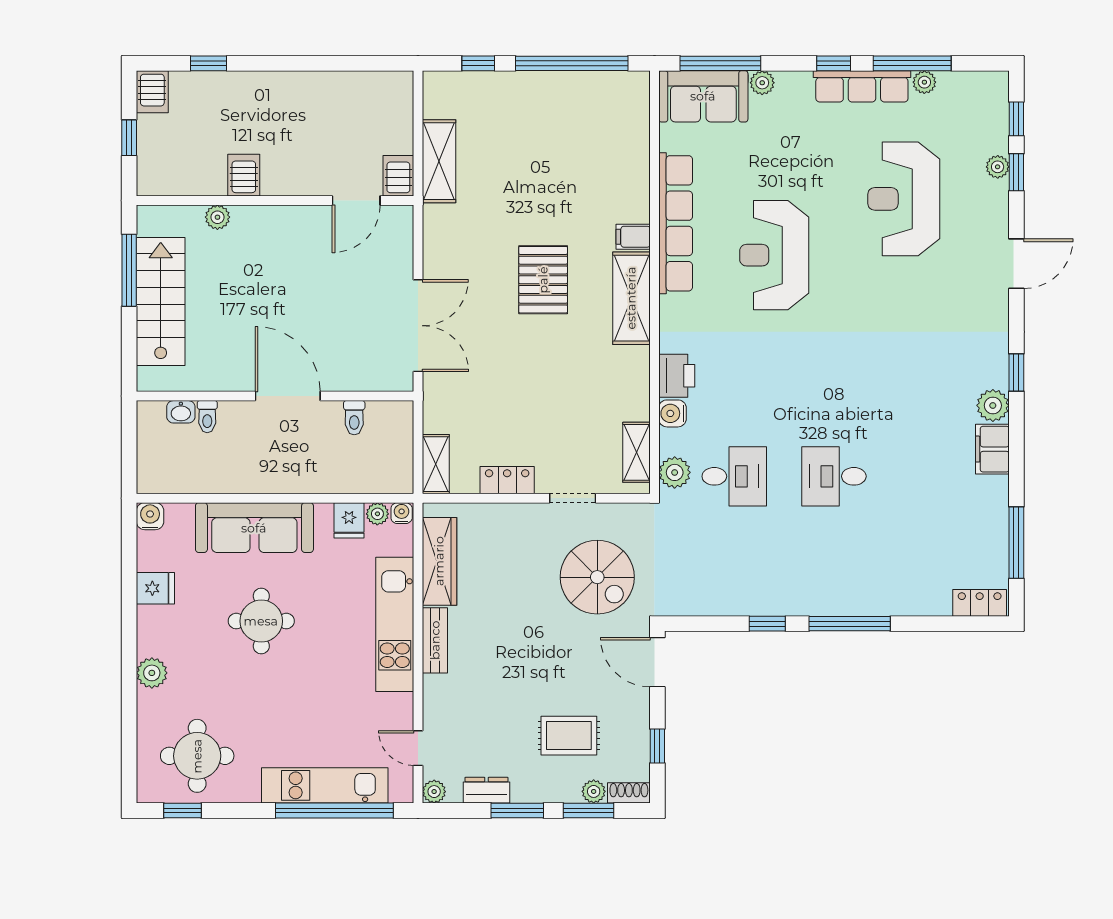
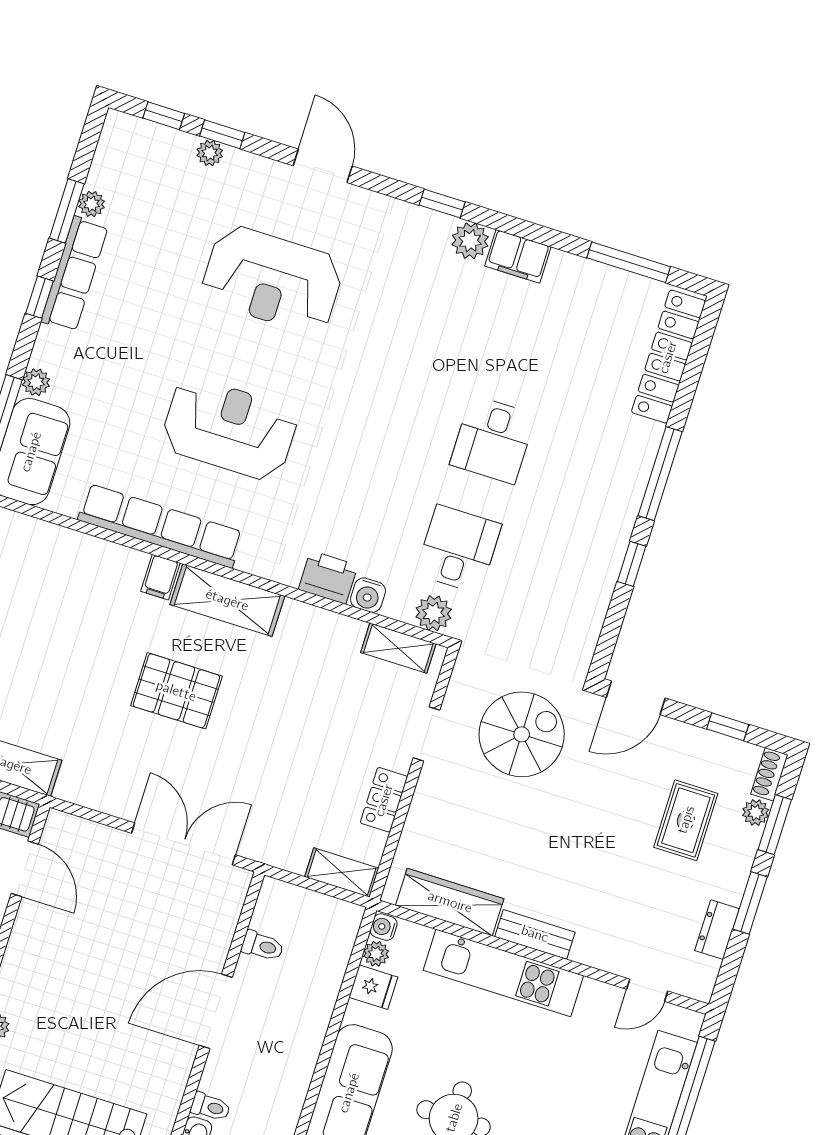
window: (912, 63) -> (67, 211), width x0.69
reception desk: (904, 199) -> (272, 279), moved
reception desk: (774, 255) -> (229, 429), turned 180
locker: (980, 603) -> (668, 357), width x2.16, depth x1.21
plant: (434, 792) -> (701, 988), removed

